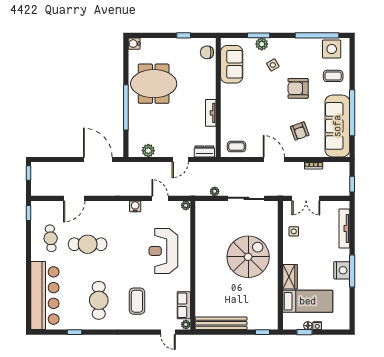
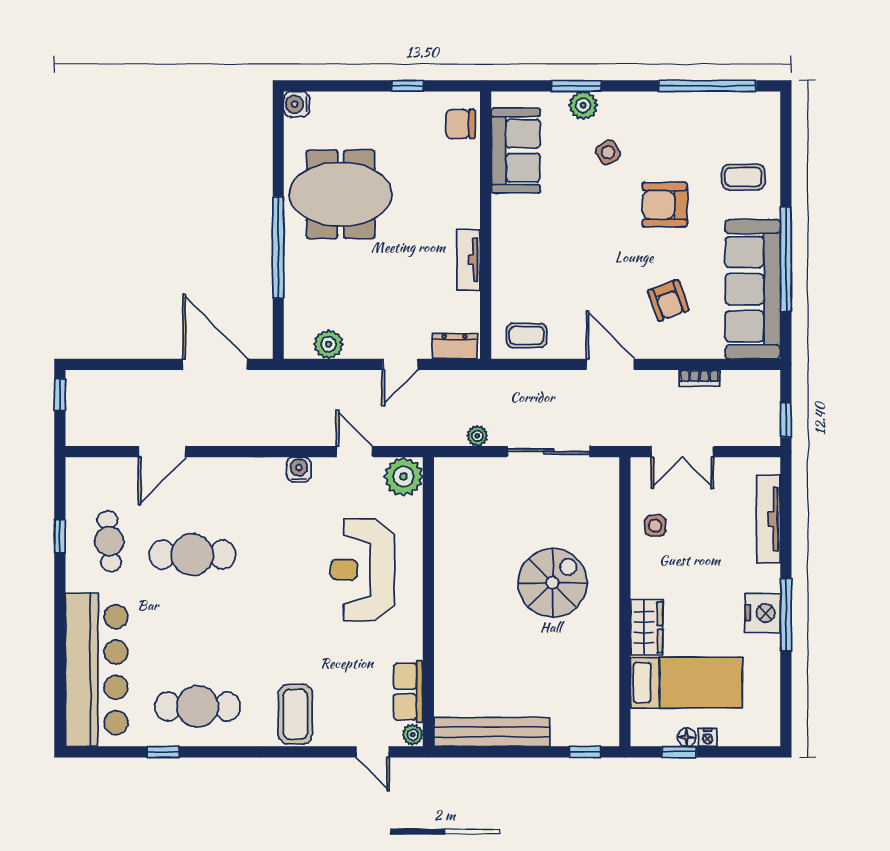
side table: (332, 49) -> (740, 117), removed
plant: (186, 205) -> (403, 477), width x1.88, depth x1.88
window: (29, 213) -> (60, 536), moved
spiral stairs: (248, 257) -> (552, 583), width x0.73, depth x0.73
cafe table: (99, 300) -> (198, 706), moved, turned 90
coffee table: (137, 301) -> (295, 714), moved

